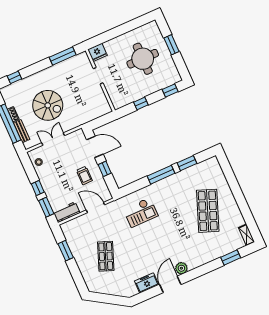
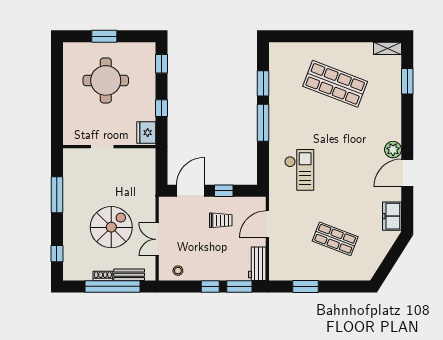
fridge: (97, 52) -> (146, 133), moved, turned 180
window: (63, 56) -> (57, 195), moved
freezer: (147, 283) -> (392, 216), moved
door: (170, 284) -> (407, 173), hinge flipped

